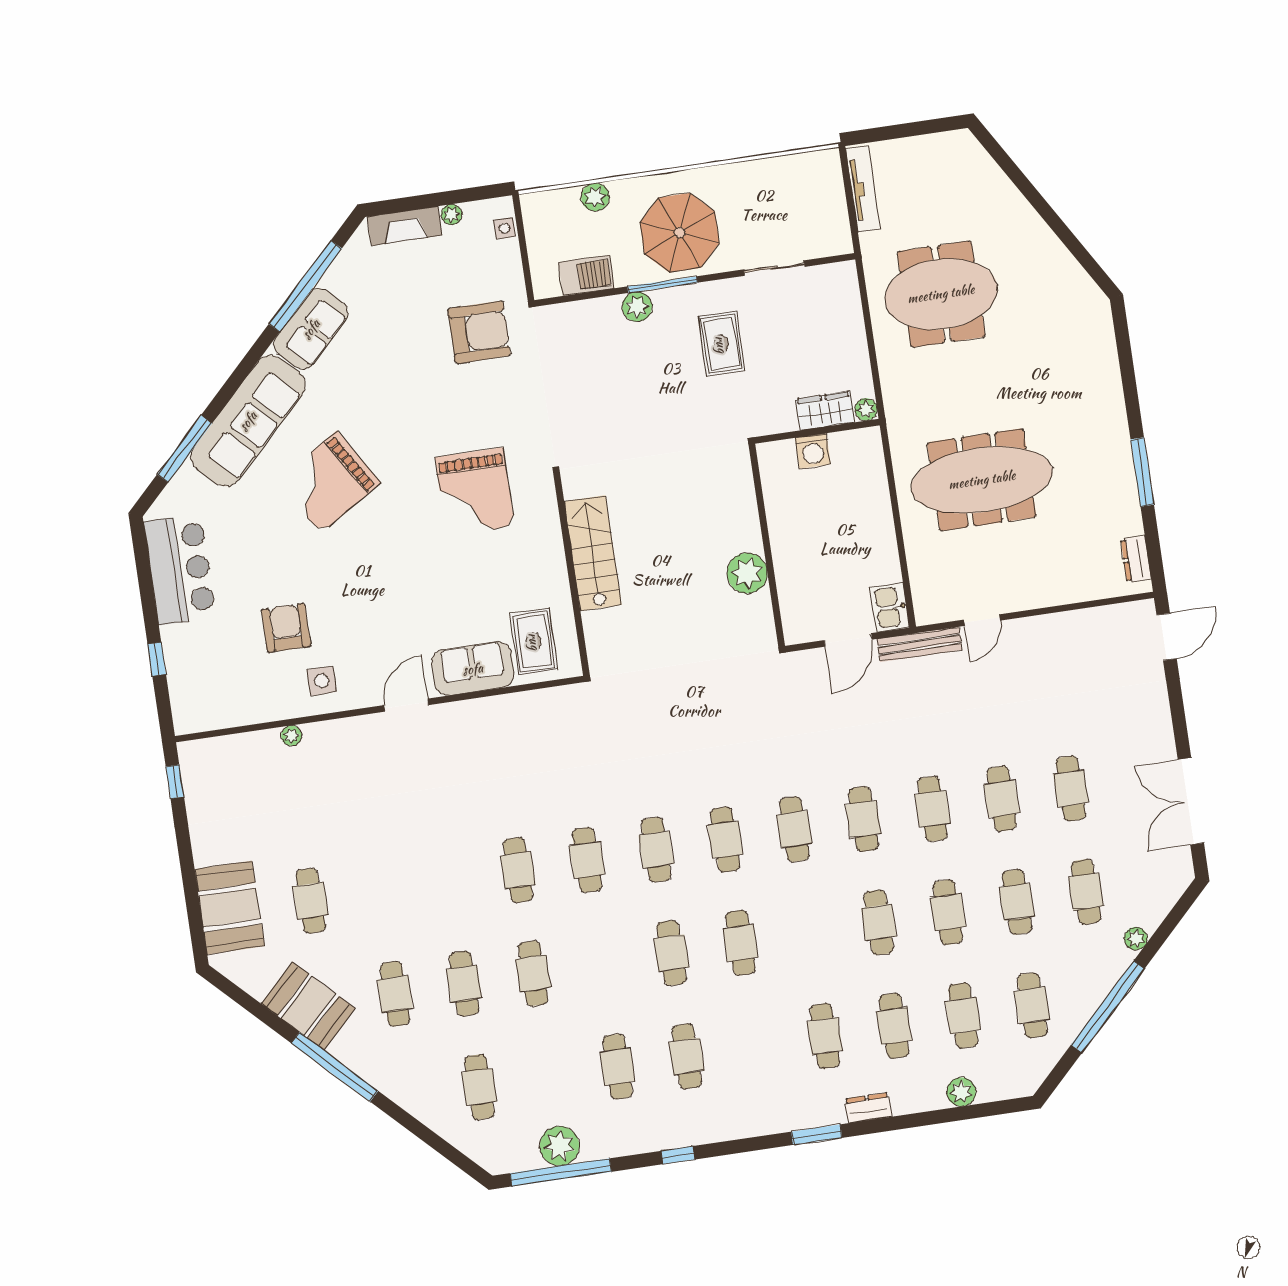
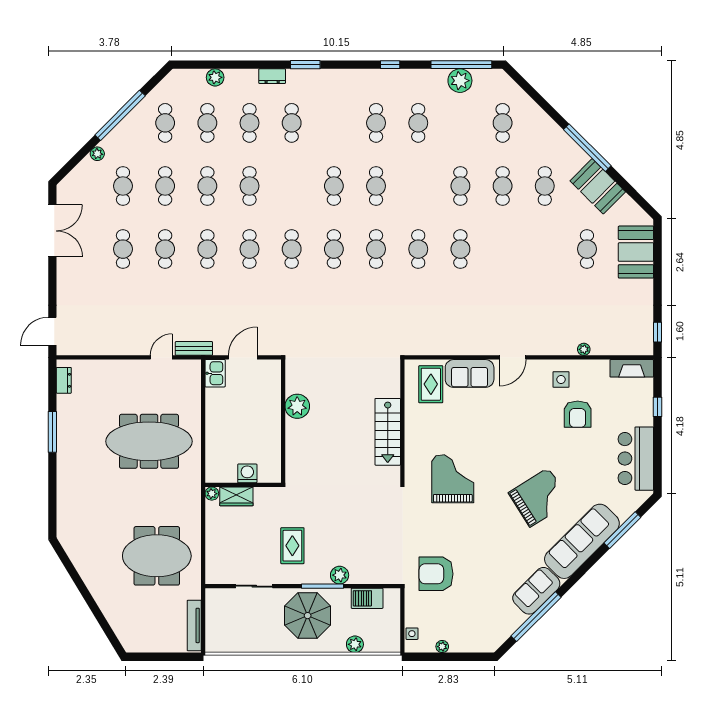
fireplace: (405, 226) -> (632, 368), moved, turned 180
bench: (920, 644) -> (194, 348), width x0.73

